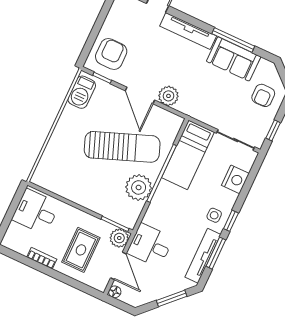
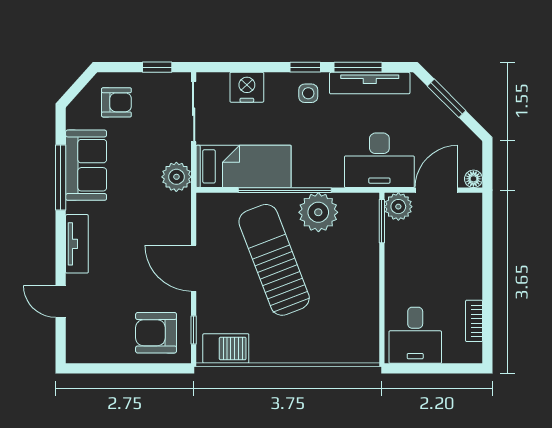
tv unit: (188, 31) -> (77, 244), width x0.71
door: (140, 95) -> (194, 268), swing flipped
plant: (168, 96) -> (176, 177), moved
desk: (150, 245) -> (379, 160), width x1.37
rug: (81, 250) -> (438, 251), removed
bookcase: (42, 258) -> (474, 321), moved

